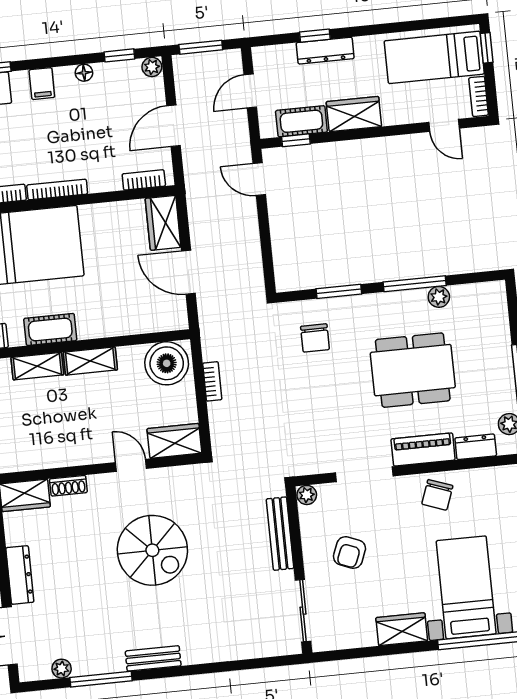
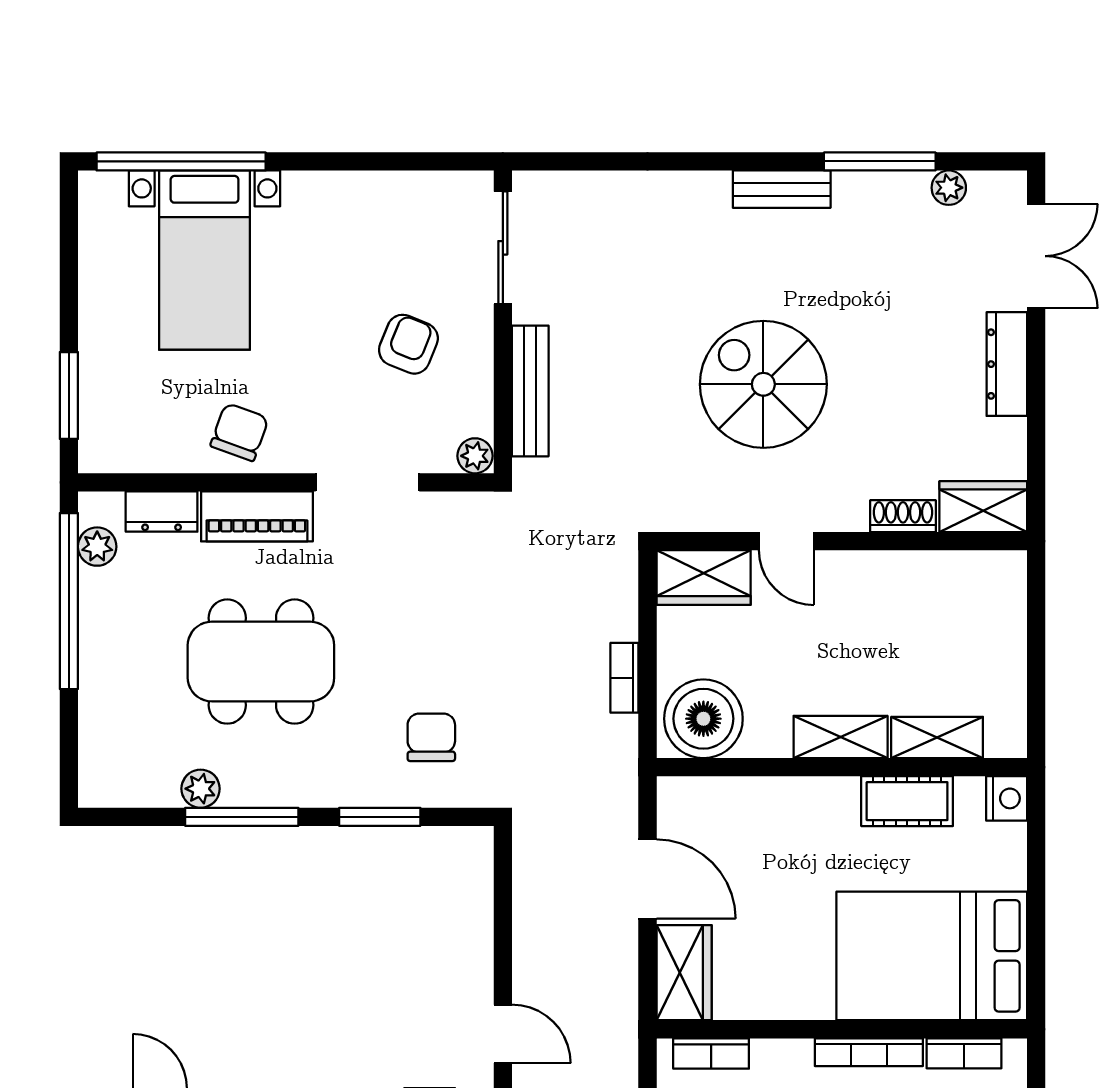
wardrobe: (402, 629) -> (328, 196), removed

